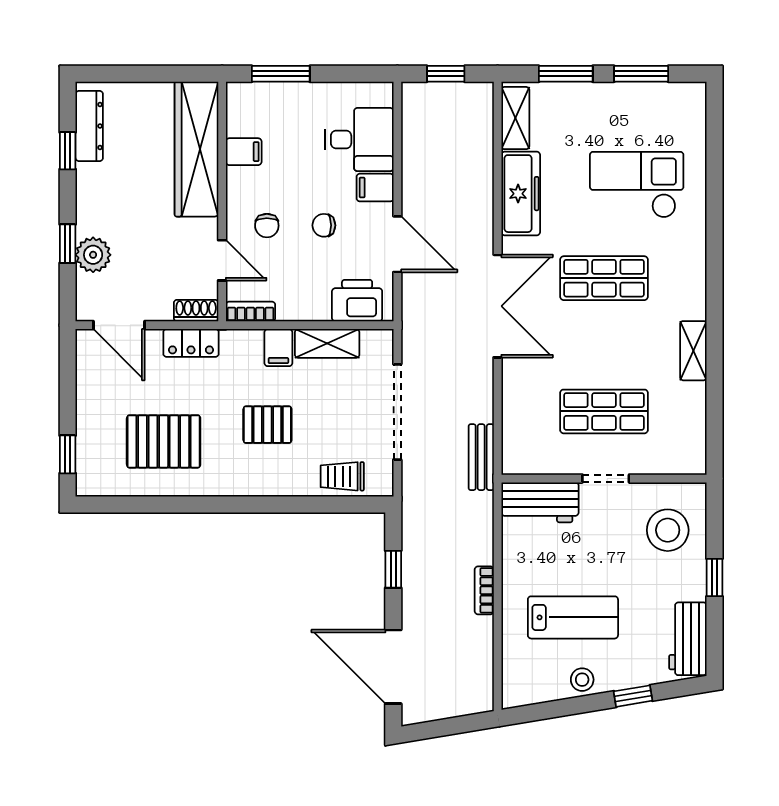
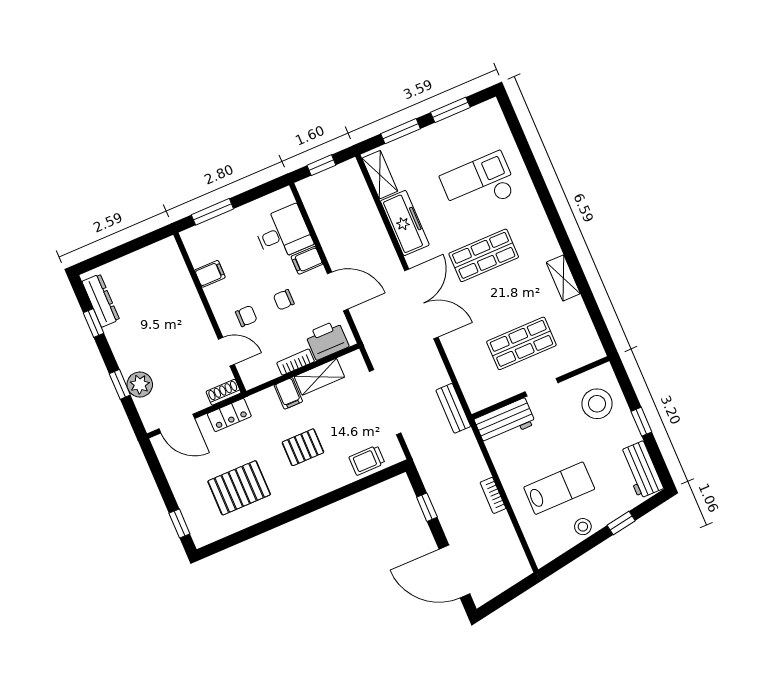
wardrobe: (196, 149) -> (178, 285), removed
chair: (267, 226) -> (246, 316), turned -90
bookcase: (250, 311) -> (296, 362), moved

